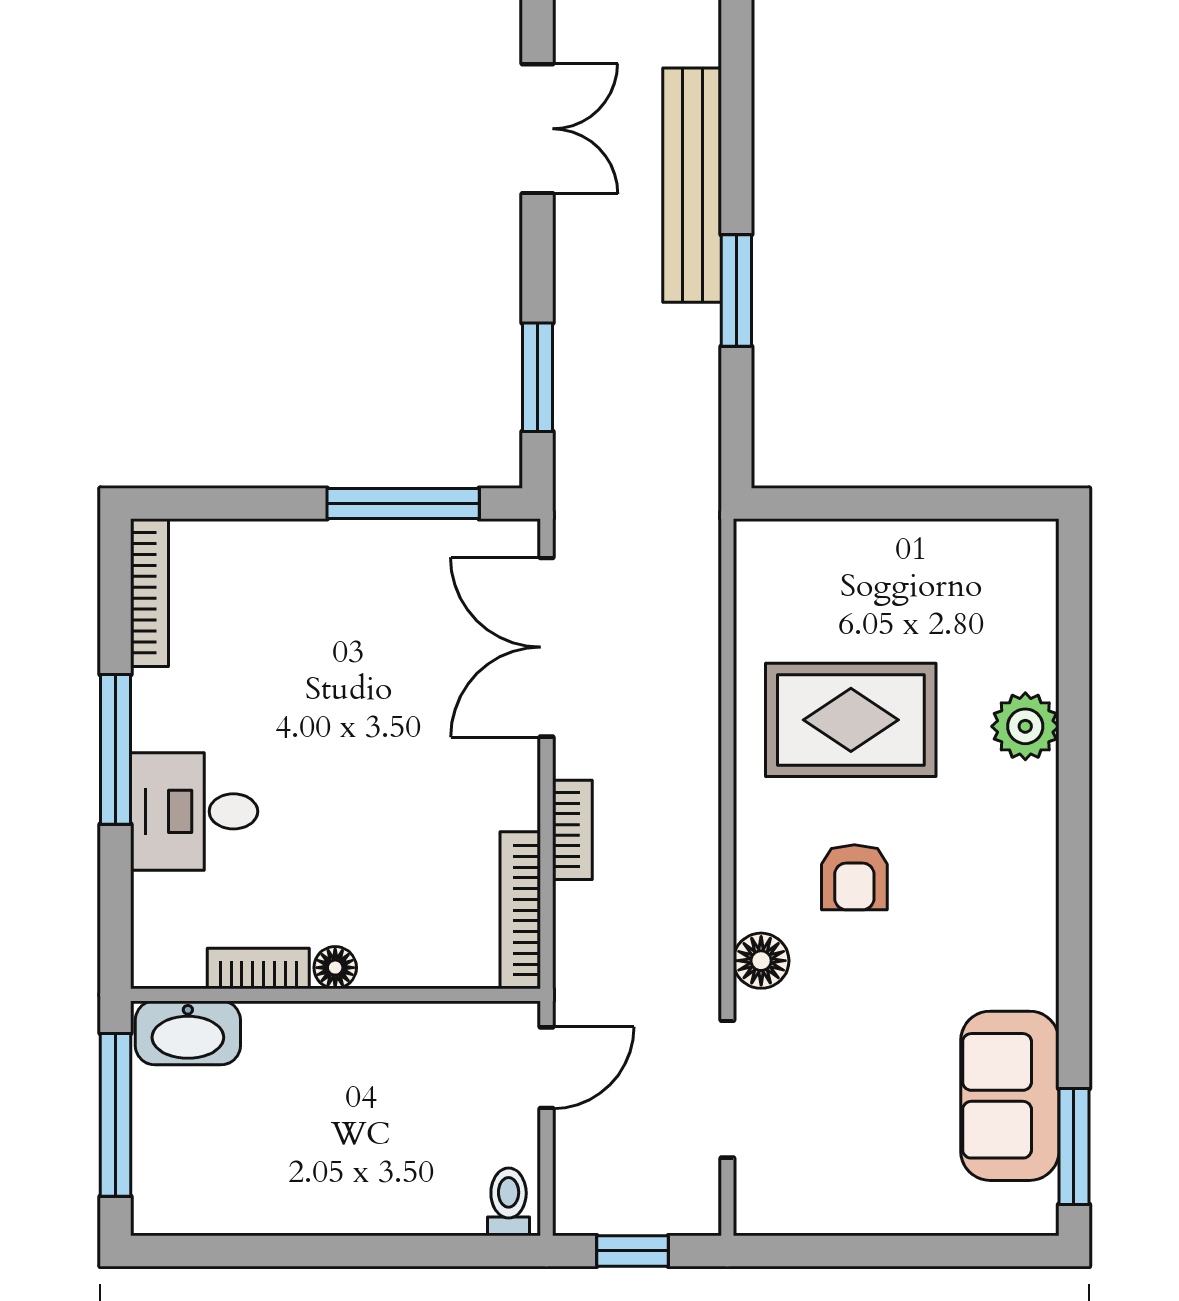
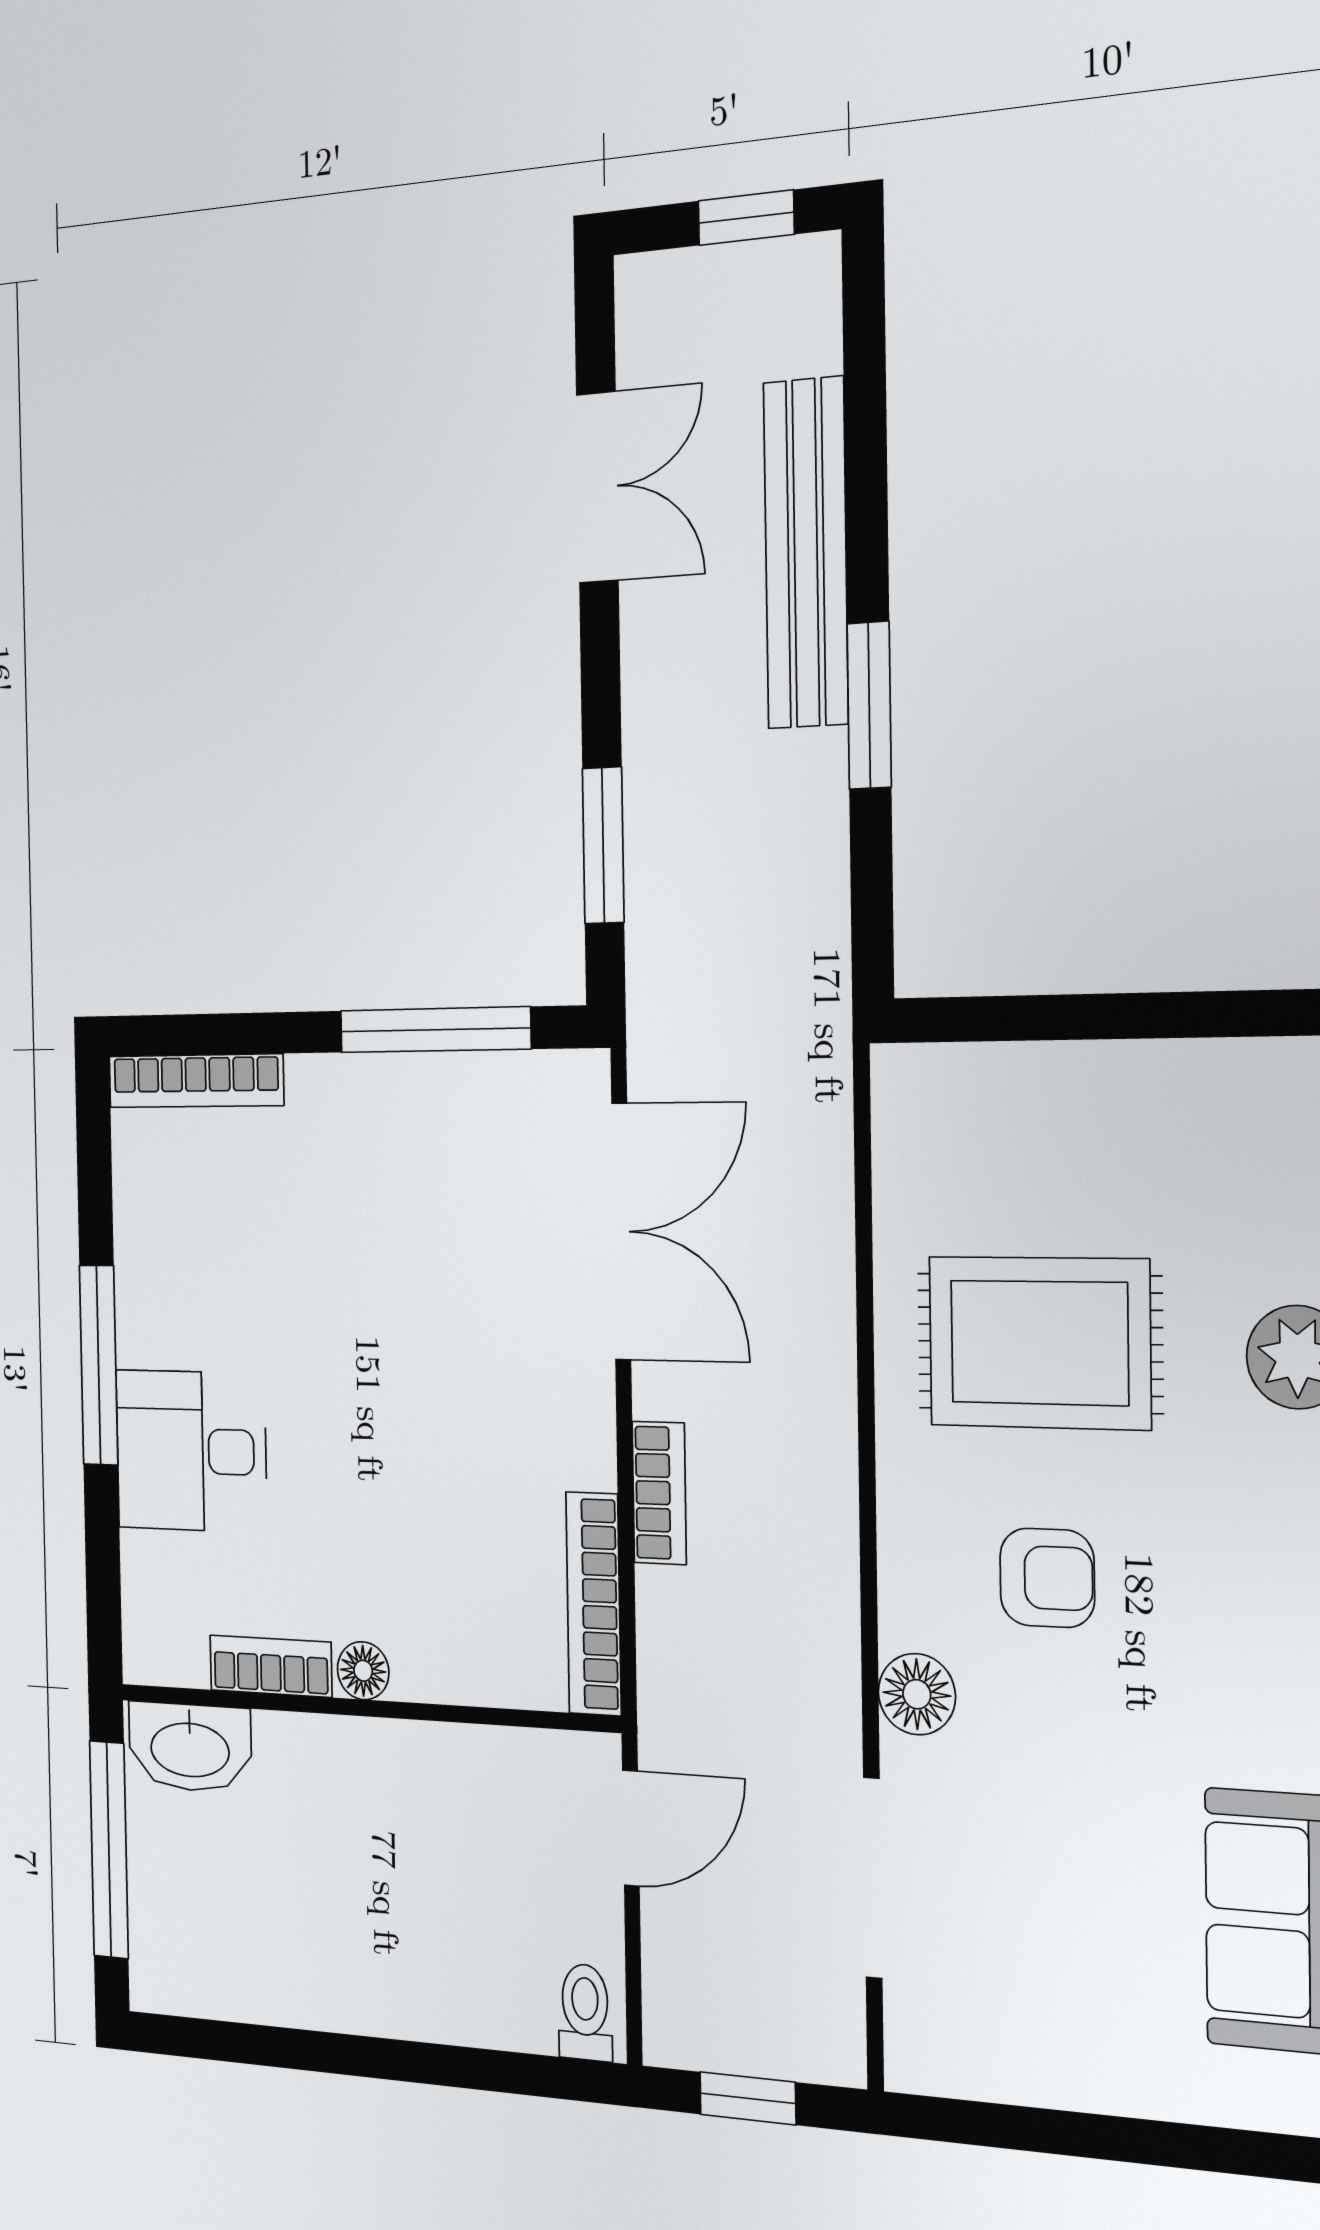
bookcase: (149, 593) -> (196, 1081), moved, turned 90
double door: (546, 647) -> (621, 1232), swing flipped
armchair: (854, 877) -> (1047, 1578), turned -90

